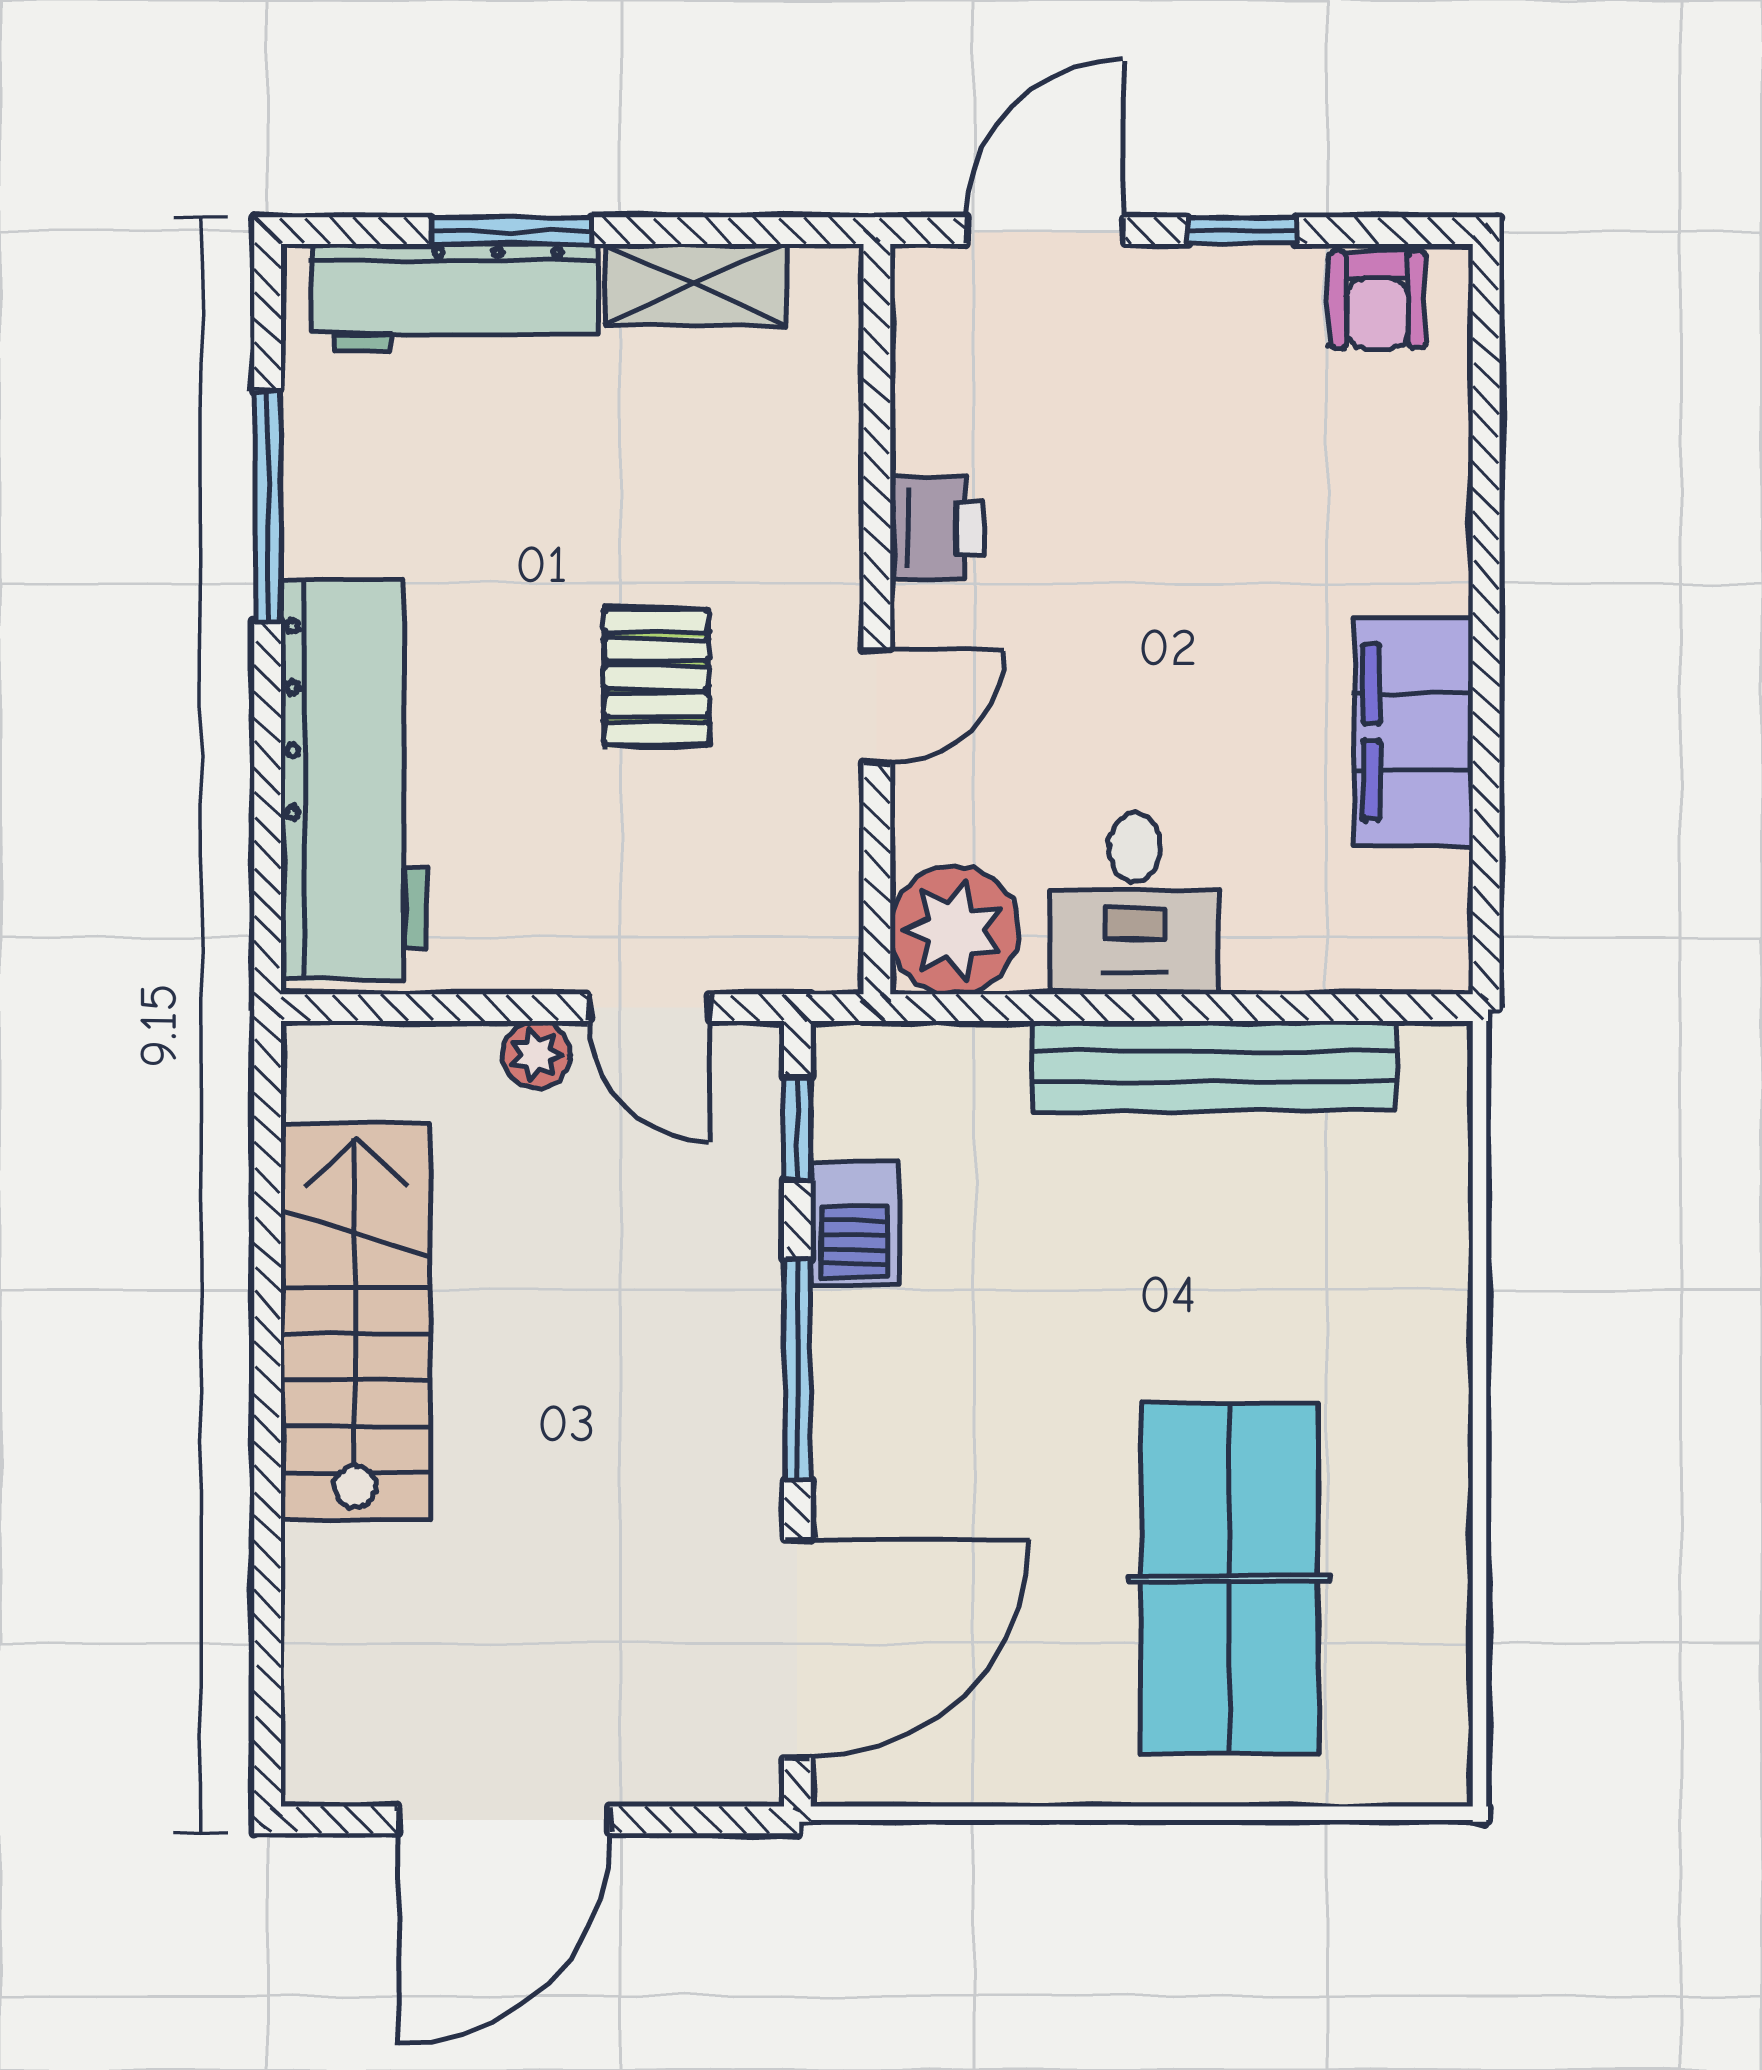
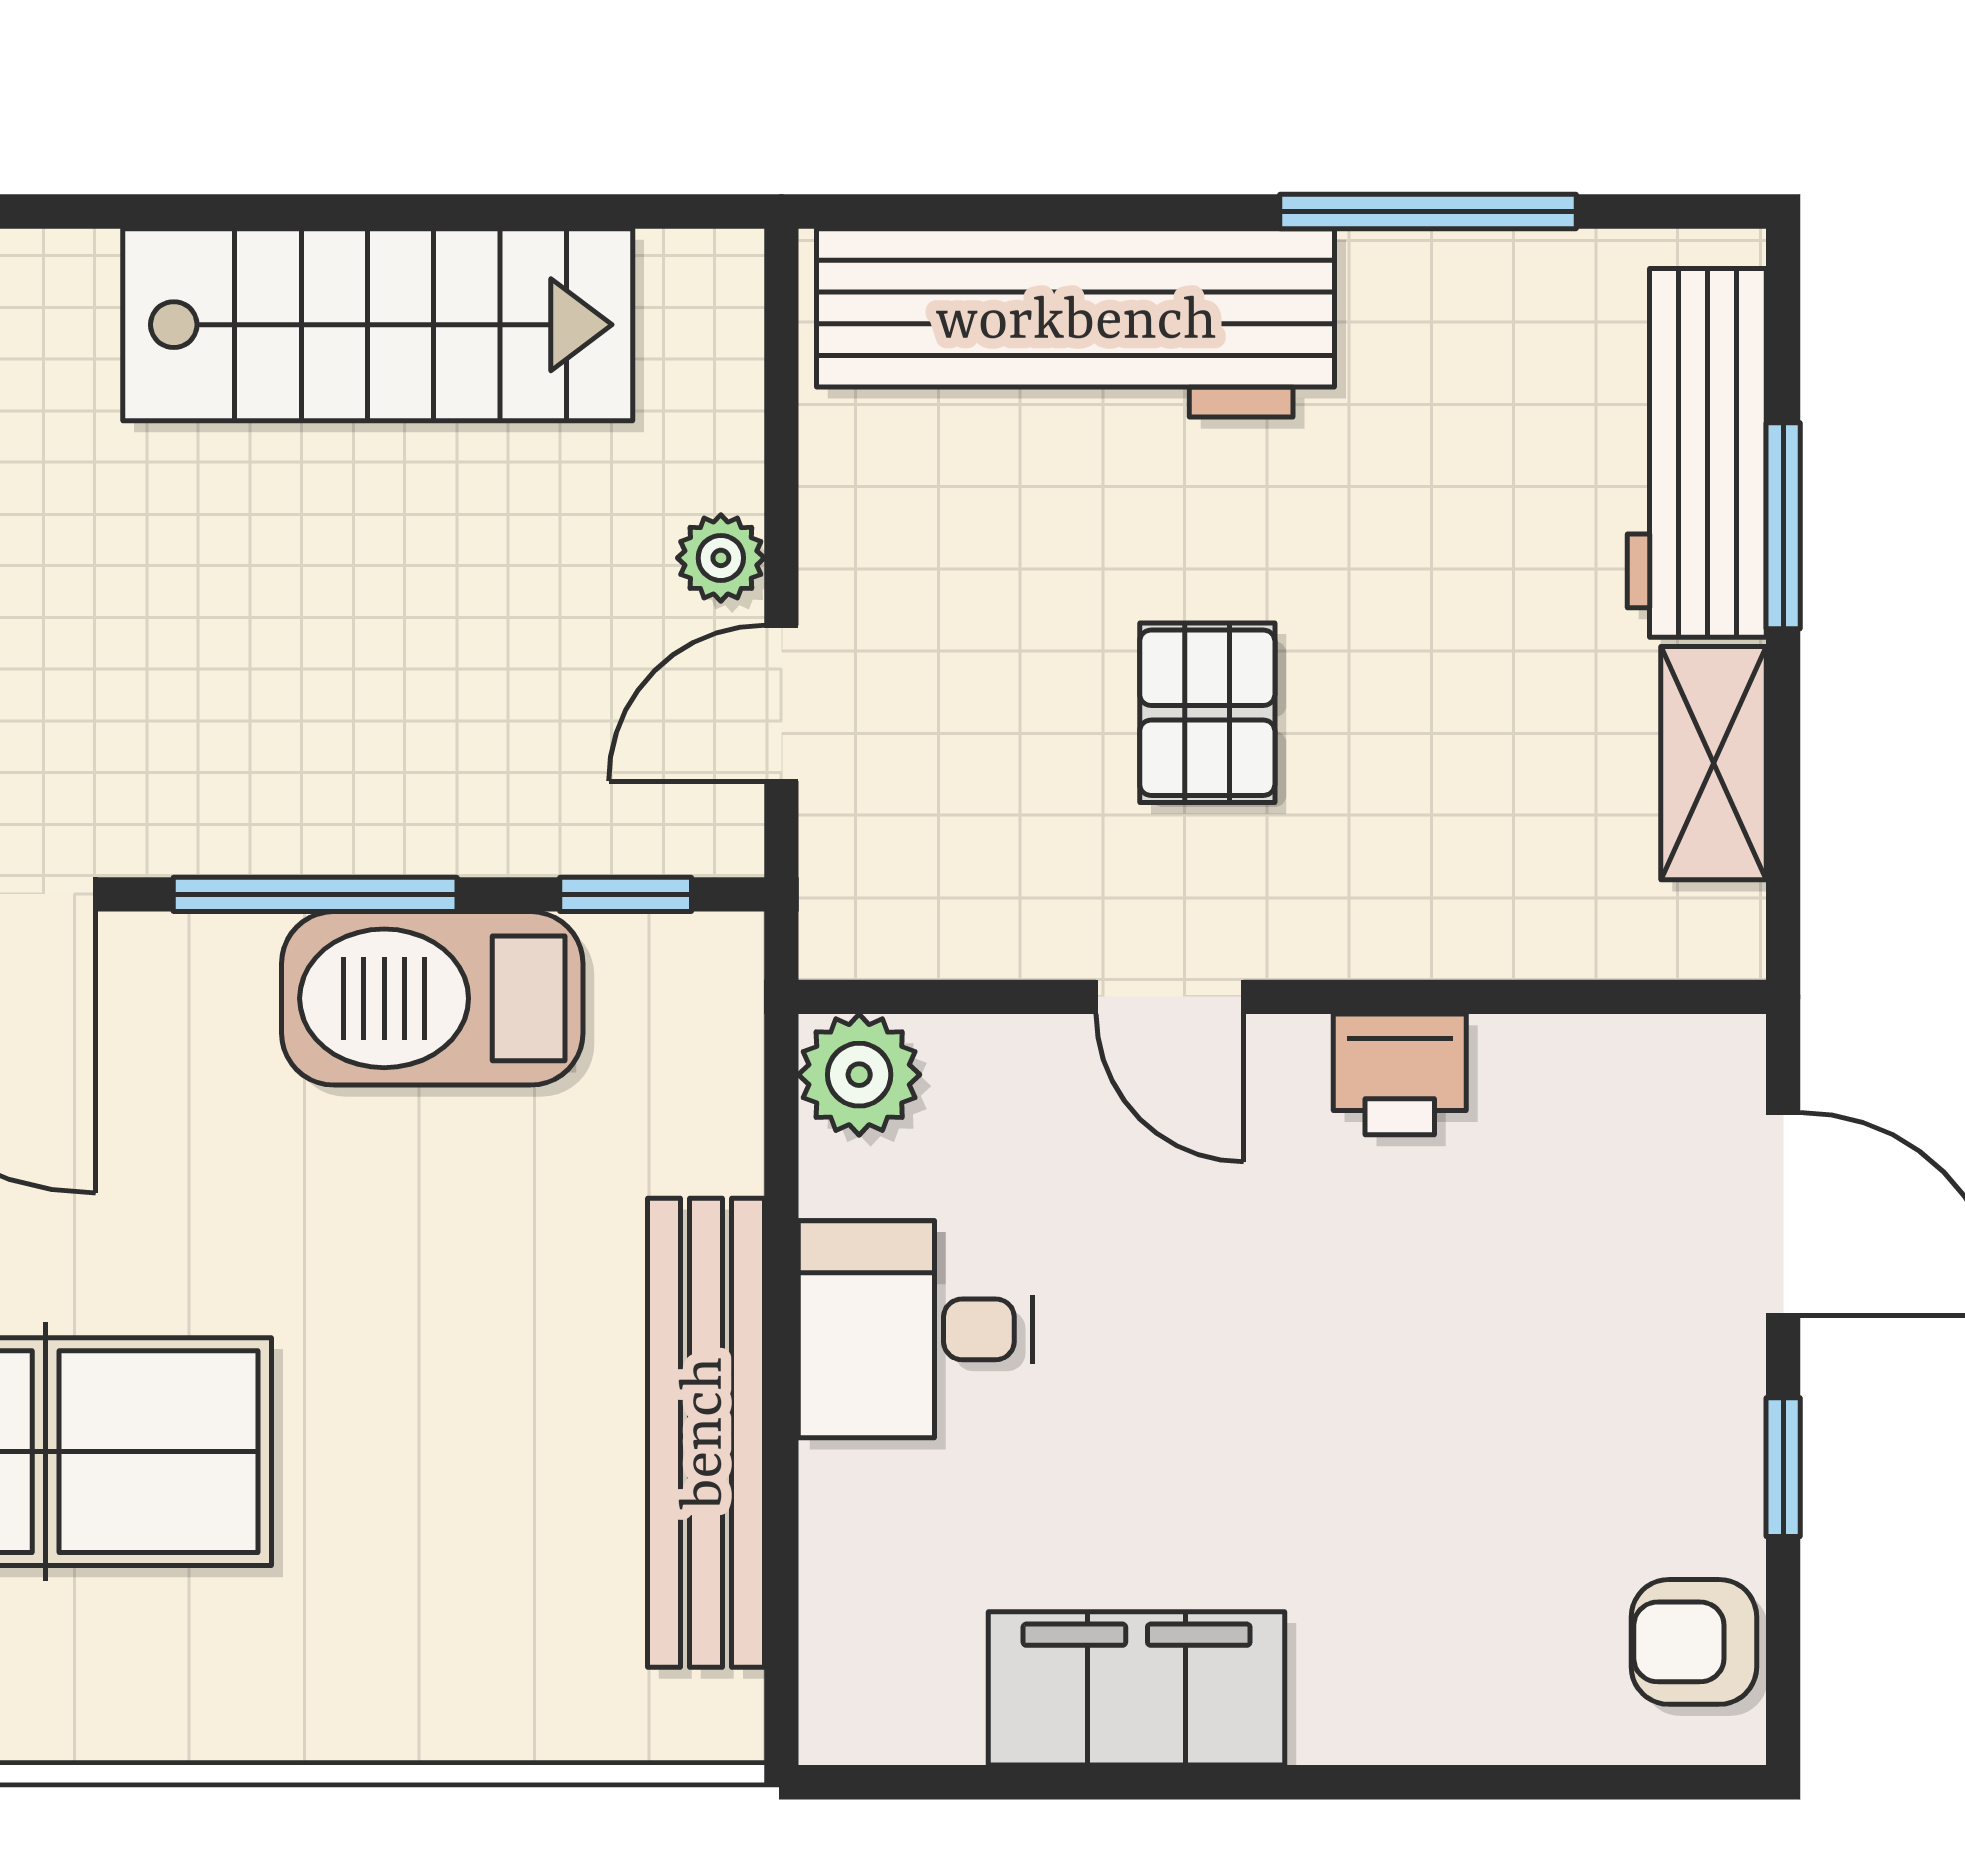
pallet: (656, 677) -> (1207, 713), turned 90
plant: (954, 930) -> (859, 1075), width x0.73, depth x0.73
barbecue: (855, 1224) -> (432, 998), width x1.88, depth x1.53

